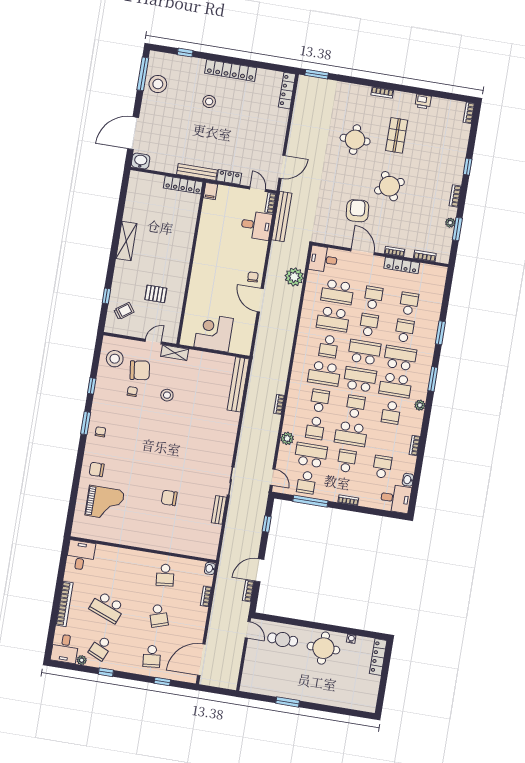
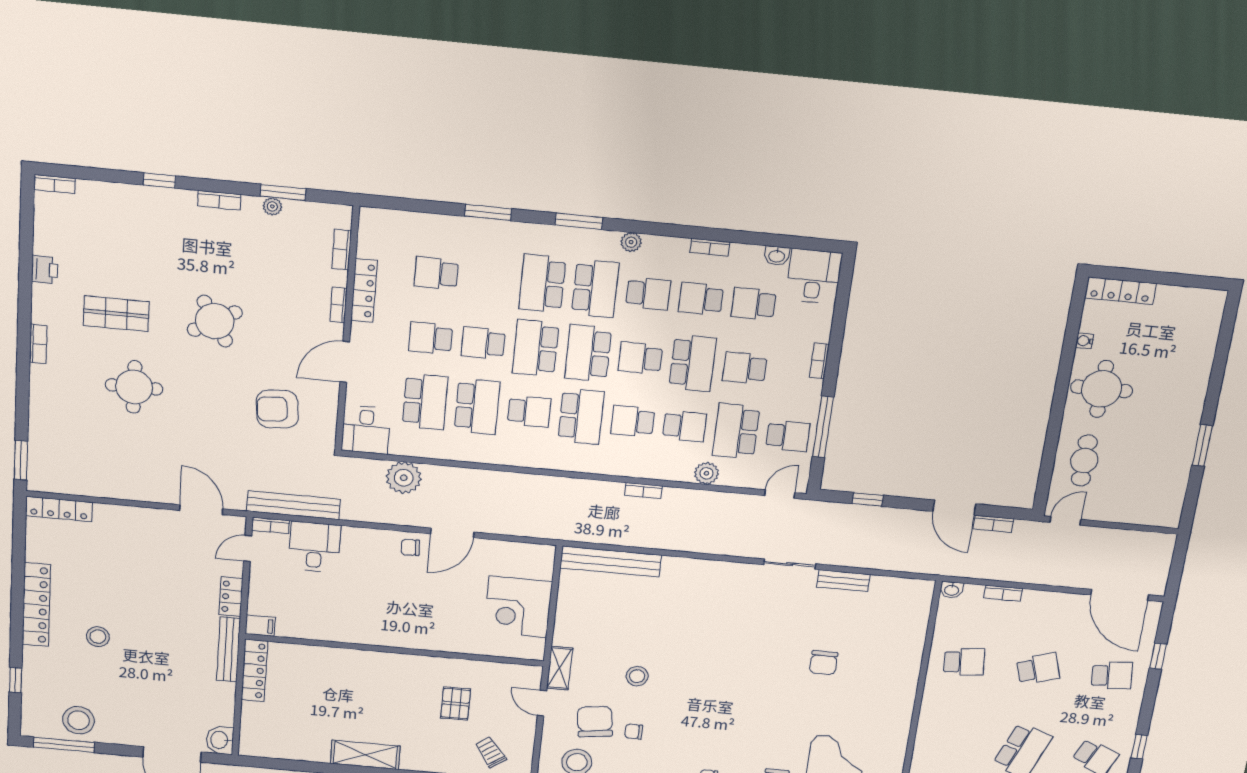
armchair: (357, 211) -> (277, 409), moved
school desk: (404, 331) -> (701, 299), moved

